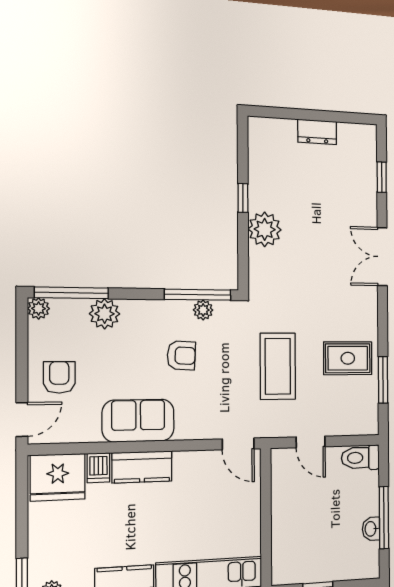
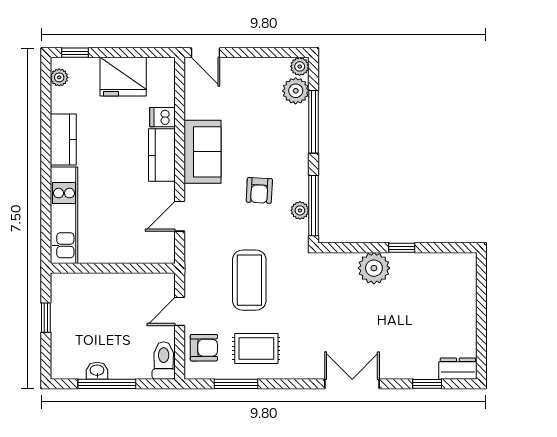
dresser: (317, 132) -> (458, 369), moved, turned 90
window: (72, 293) -> (313, 122), moved
plant: (105, 314) -> (296, 91), moved
rug: (348, 358) -> (256, 348), turned 90
coffee table: (278, 366) -> (249, 280), turned 90
armchair: (59, 377) -> (204, 348), moved
door: (238, 444) -> (180, 216), moved
fridge: (58, 477) -> (123, 77), moved, turned -90

